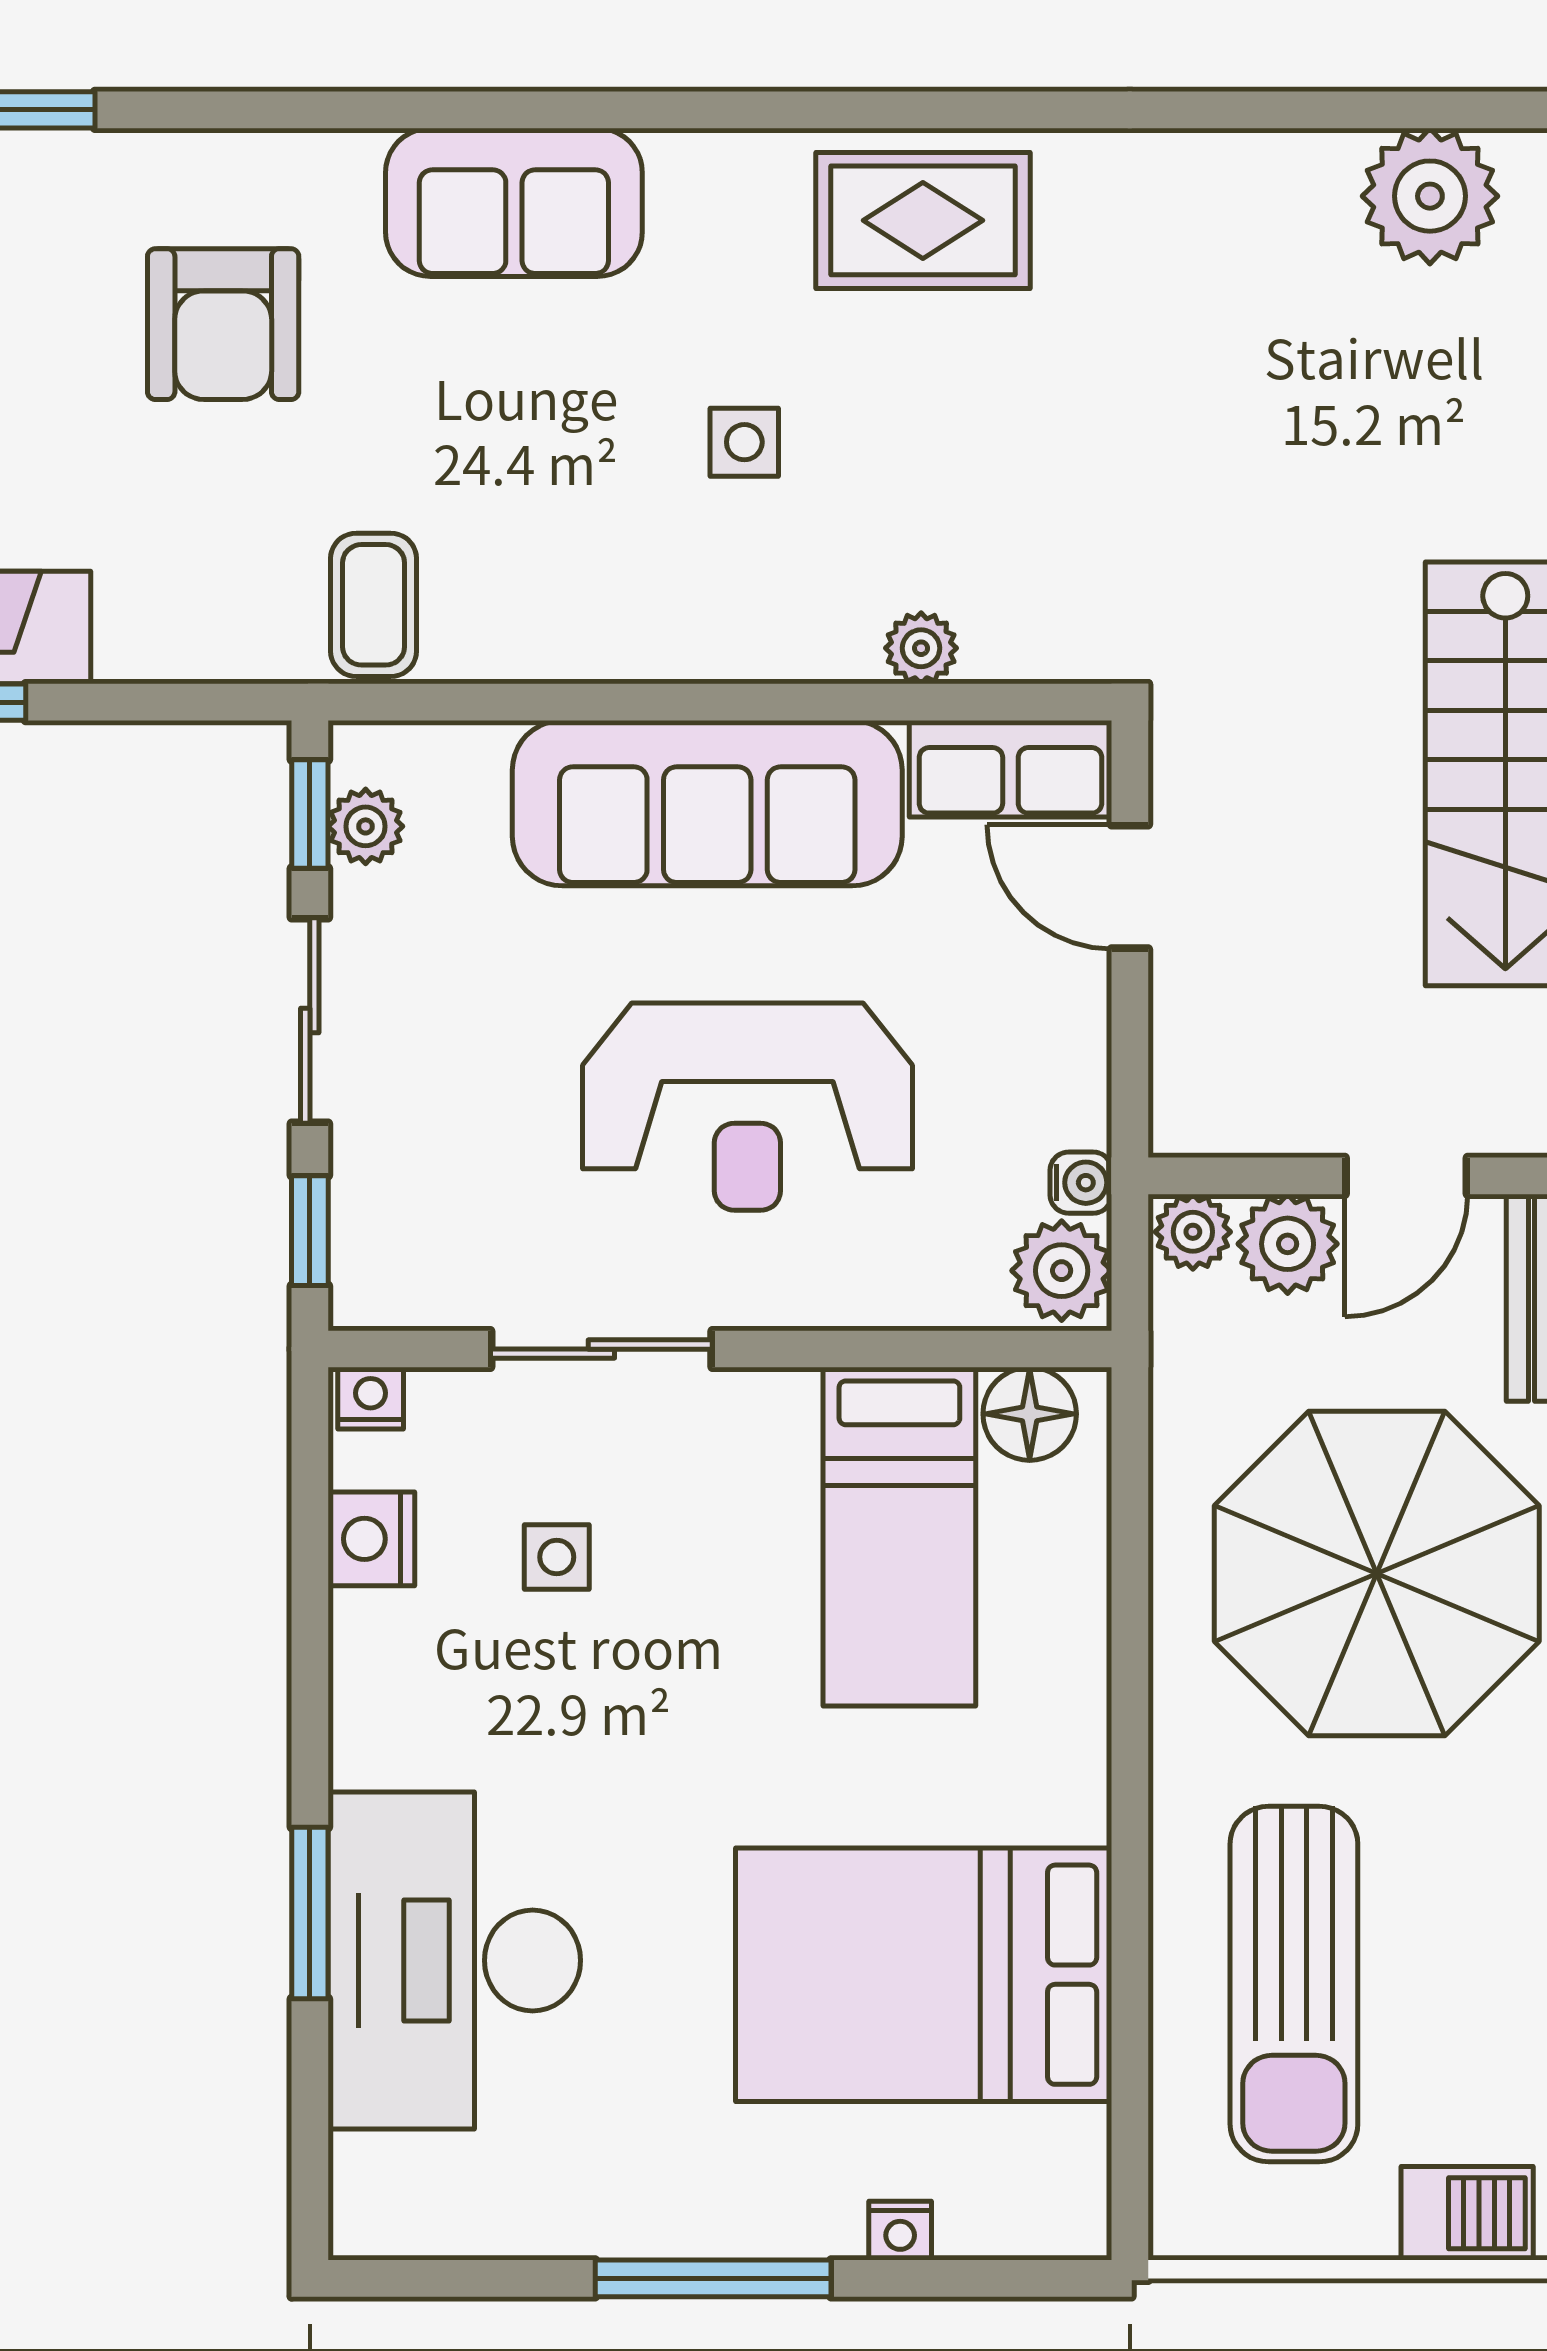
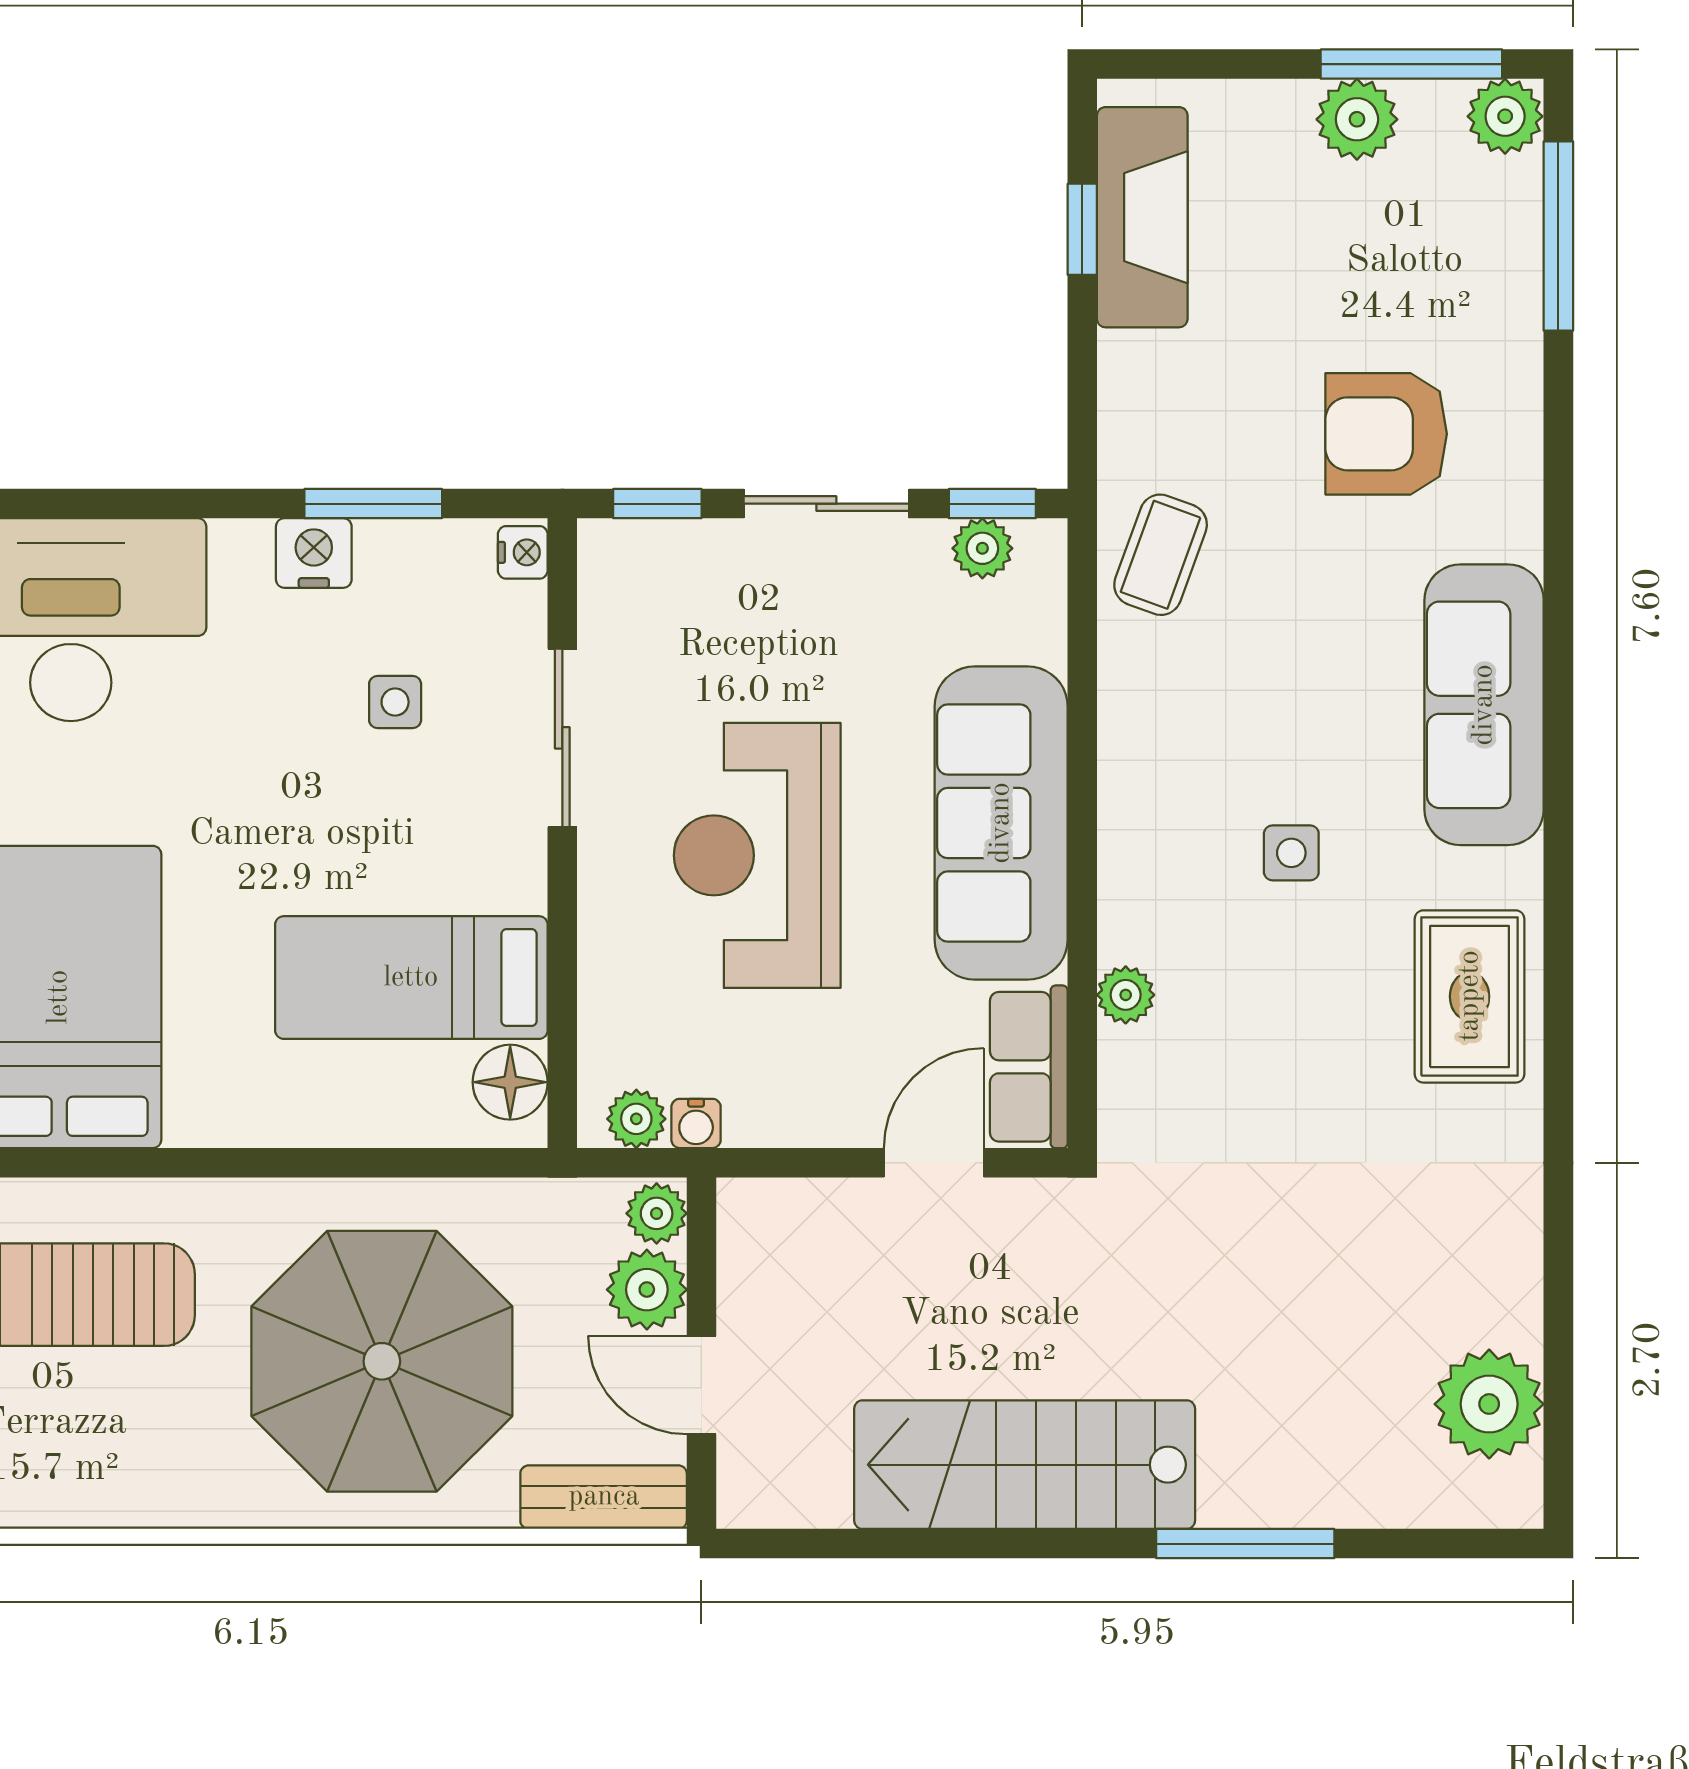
sofa: (514, 202) -> (1484, 705), width x1.36
coffee table: (374, 605) -> (1161, 555), turned -70
plant: (1062, 1271) -> (636, 1119), width x0.73, depth x0.73
nightstand: (371, 1539) -> (314, 553), moved
window: (310, 1913) -> (373, 504), moved

